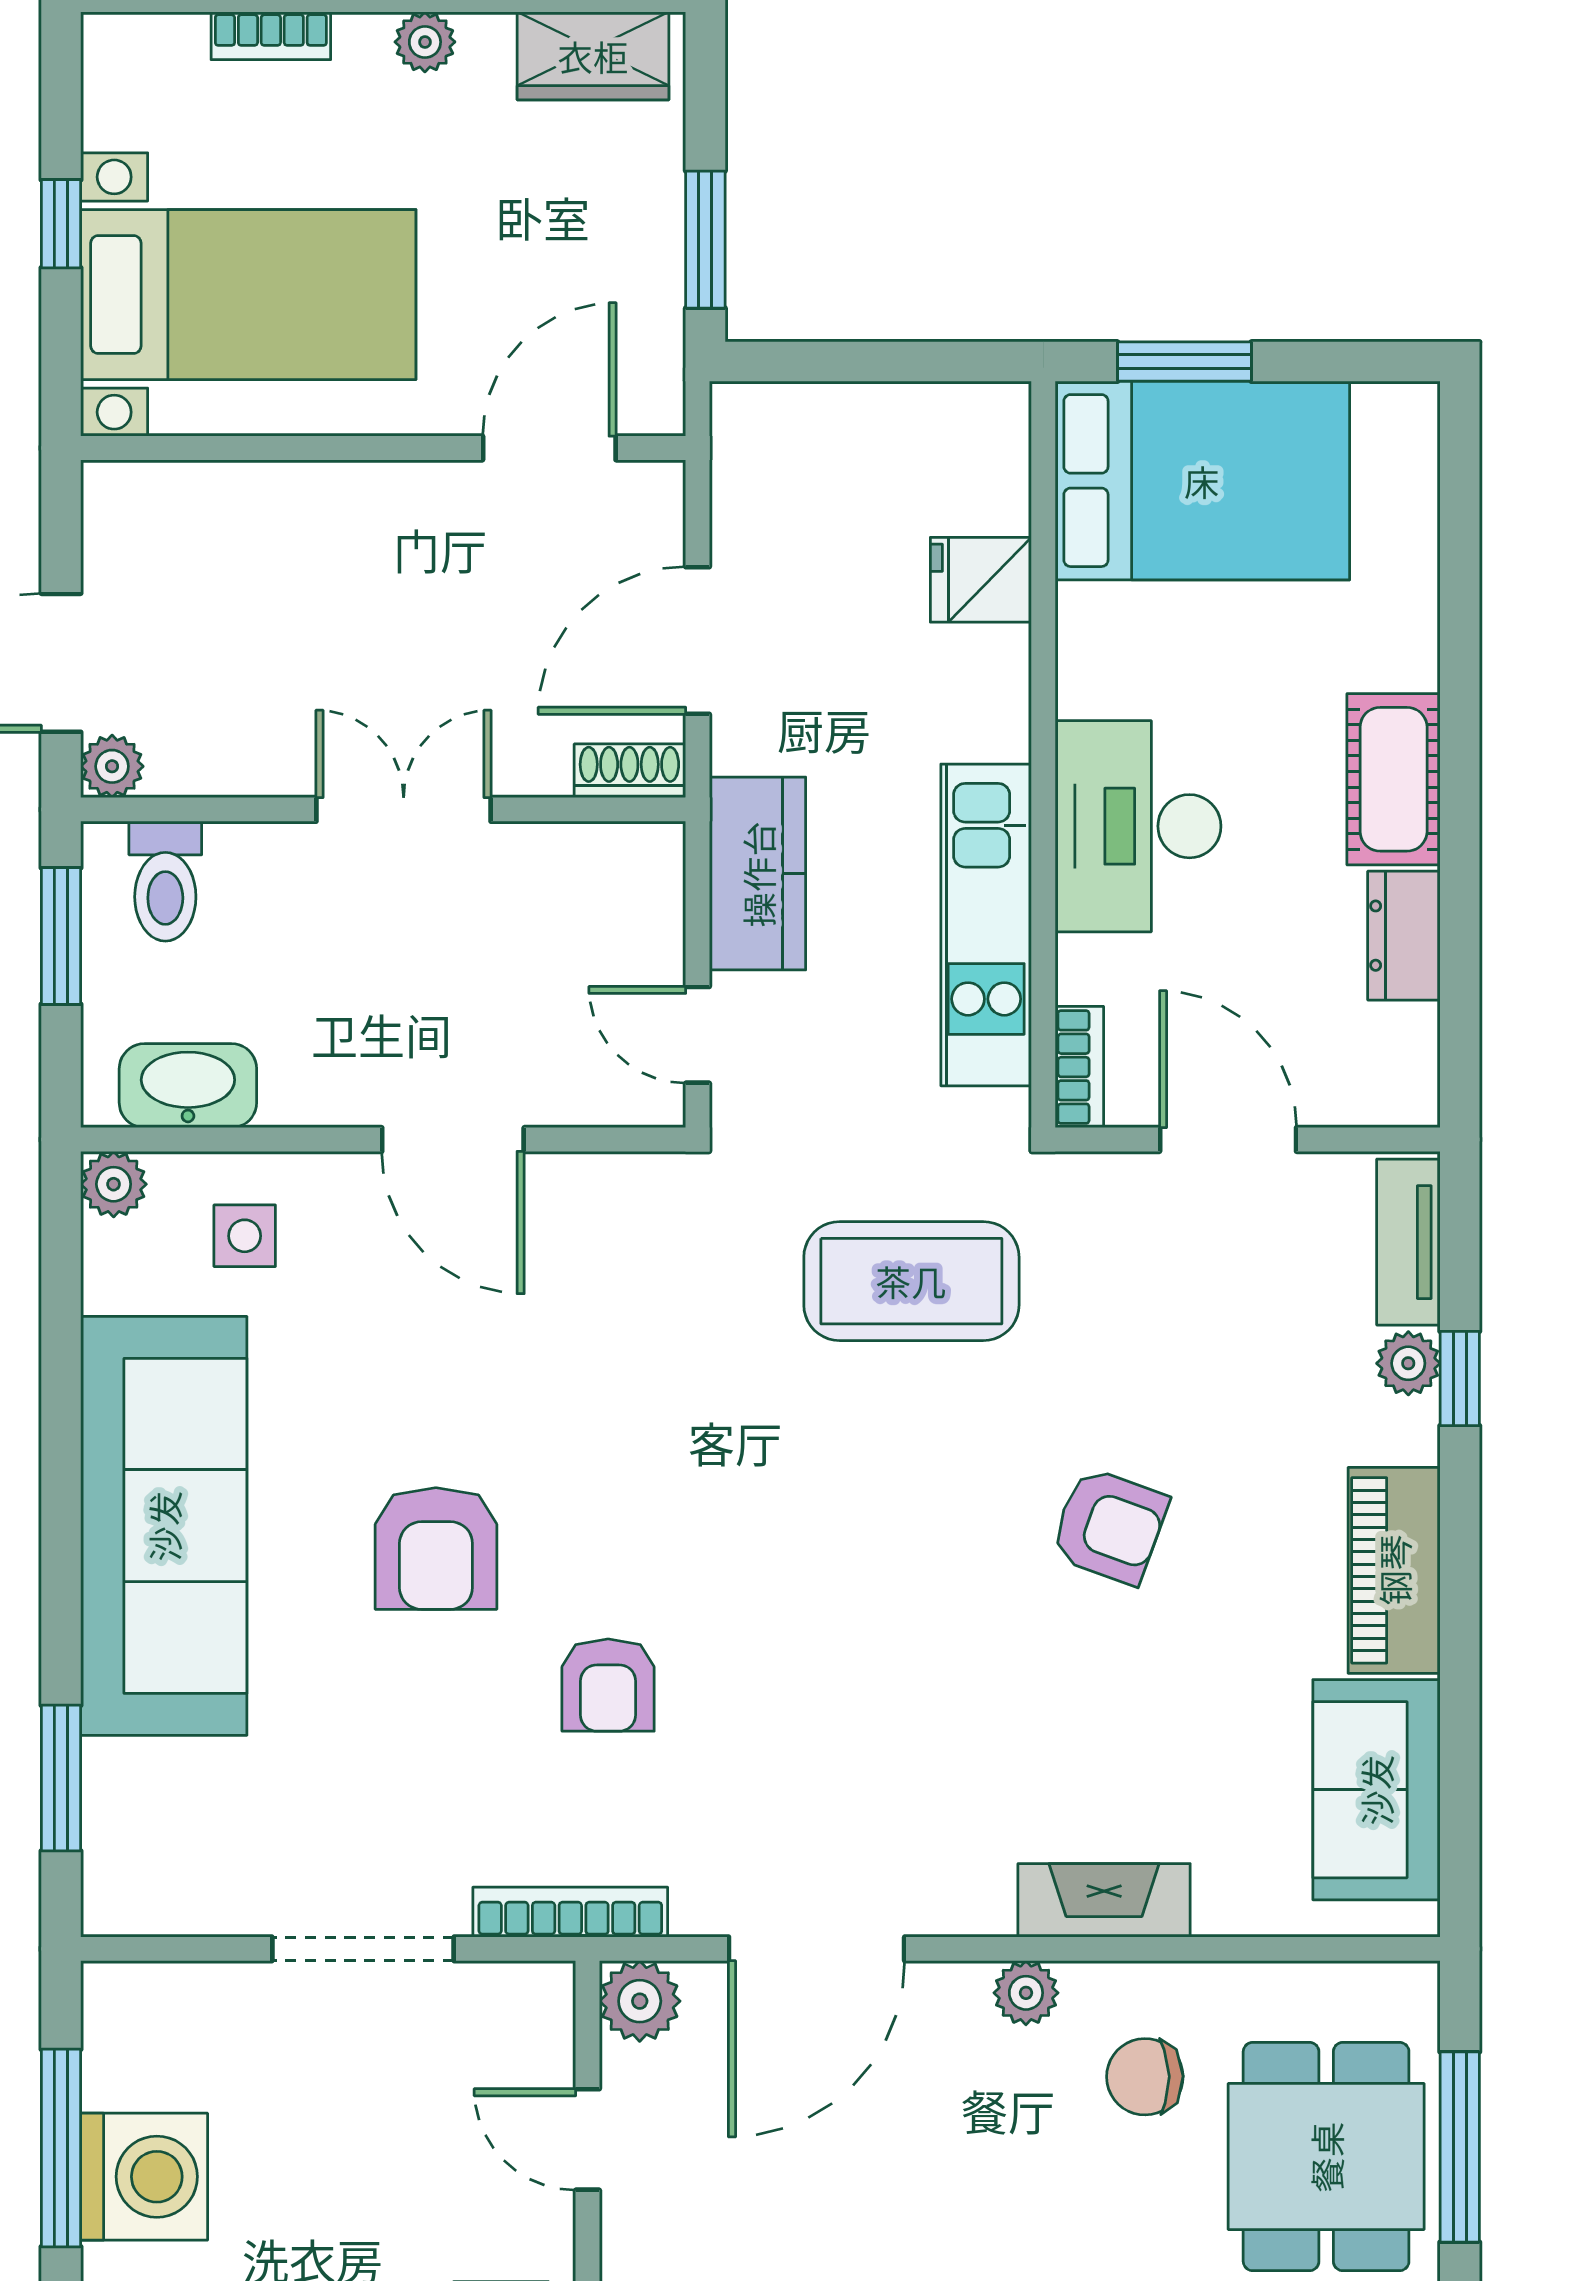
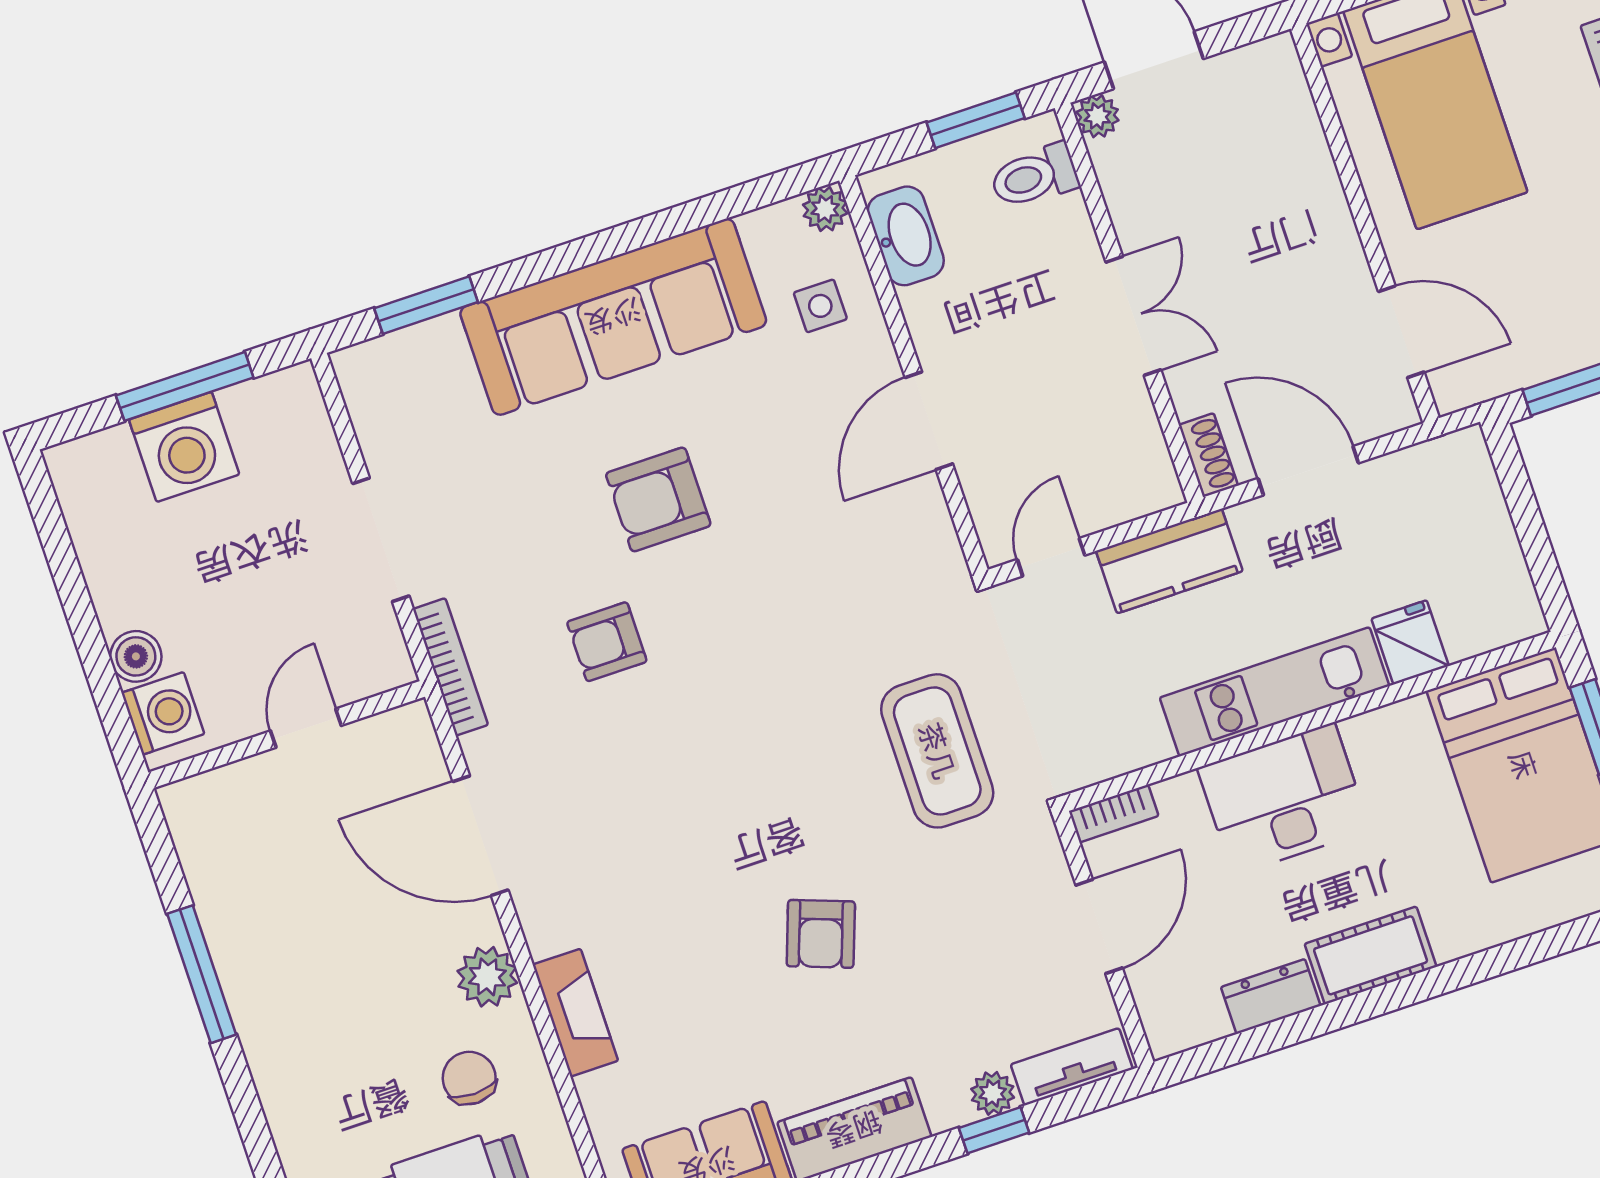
kitchen unit: (986, 925) -> (1274, 692), moved
plant: (1026, 1993) -> (487, 977), width x1.38, depth x1.38
plant: (640, 2001) -> (408, 732), removed

